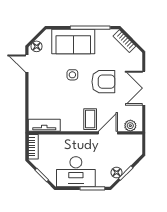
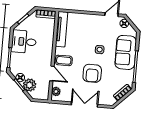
tv unit: (44, 125) -> (62, 29), width x1.41
plant: (125, 160) -> (30, 85), added
desk: (76, 172) -> (24, 42), width x0.73

